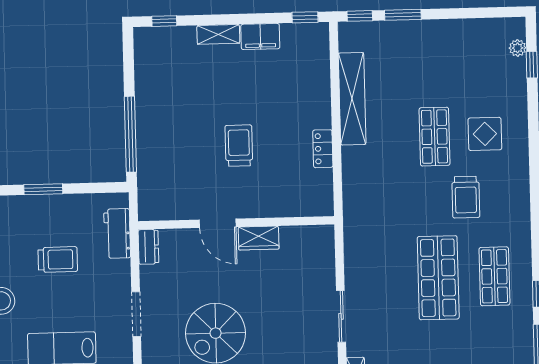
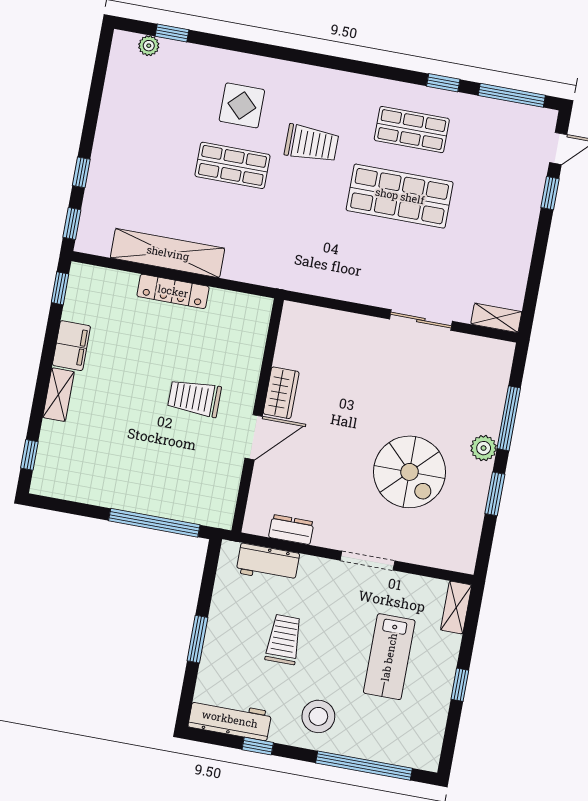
window: (403, 15) -> (81, 172), width x0.67
locker: (323, 149) -> (173, 291), moved, width x1.53
door: (218, 223) -> (254, 437), moved
wall: (236, 223) -> (258, 415), moved
wardrobe: (259, 238) -> (281, 393), moved

